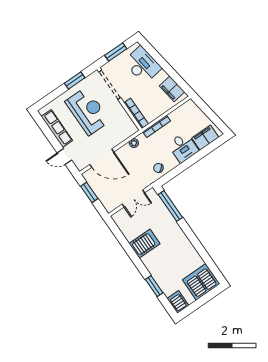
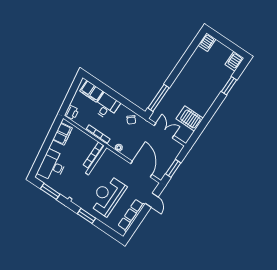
printer: (191, 108) -> (72, 112), added
server rack: (145, 244) -> (190, 118), moved
server rack: (201, 282) -> (207, 42), width x0.46, depth x0.70

